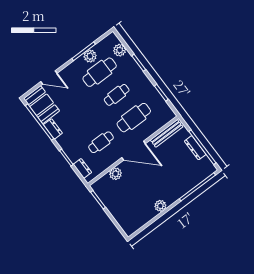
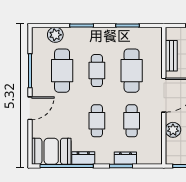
plant: (90, 56) -> (39, 68), removed
door: (49, 77) -> (30, 108), moved
cafe table: (84, 120) -> (97, 121), added
bench: (167, 133) -> (171, 56), width x0.73
dresser: (82, 168) -> (125, 158), moved

